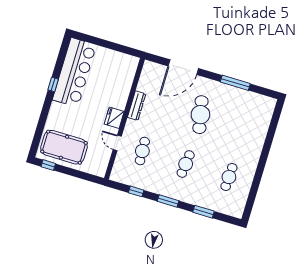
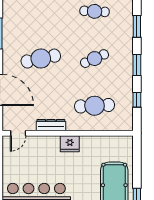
door: (117, 143) -> (18, 133), moved
cafe table: (142, 151) -> (95, 106), width x1.37, depth x1.35
cafe table: (186, 164) -> (95, 59), turned -30

